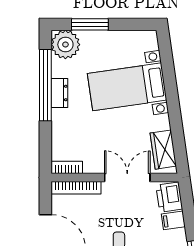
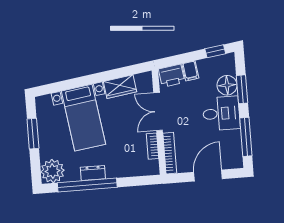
window: (90, 24) -> (33, 134), moved
wardrobe: (163, 150) -> (120, 87), moved
bookcase: (67, 167) -> (152, 146), moved

